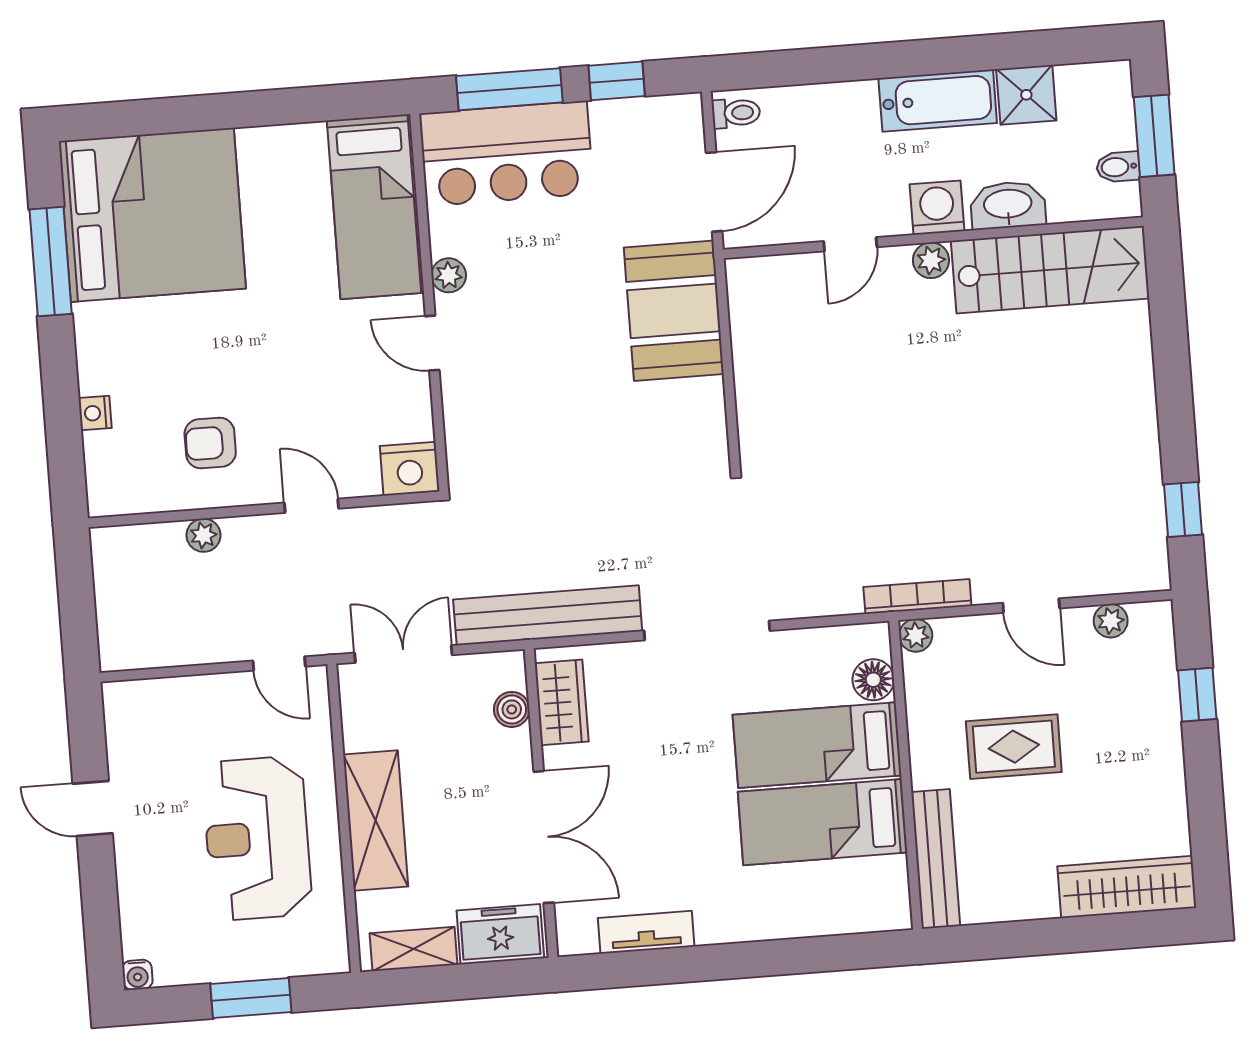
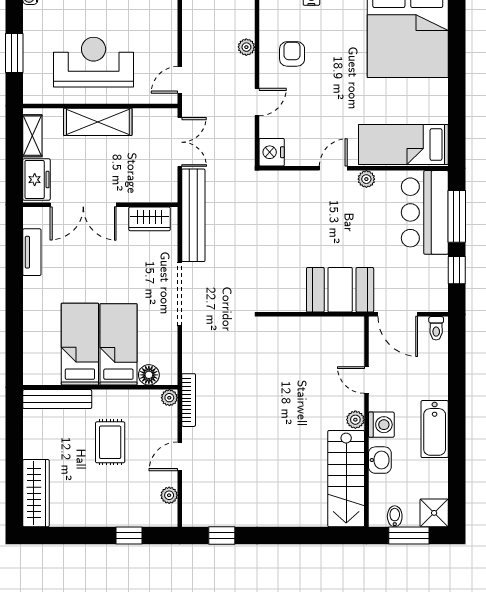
shower: (1026, 95) -> (434, 513), moved
washbasin: (1008, 205) -> (380, 460), width x0.72
boiler: (512, 709) -> (148, 194), removed

